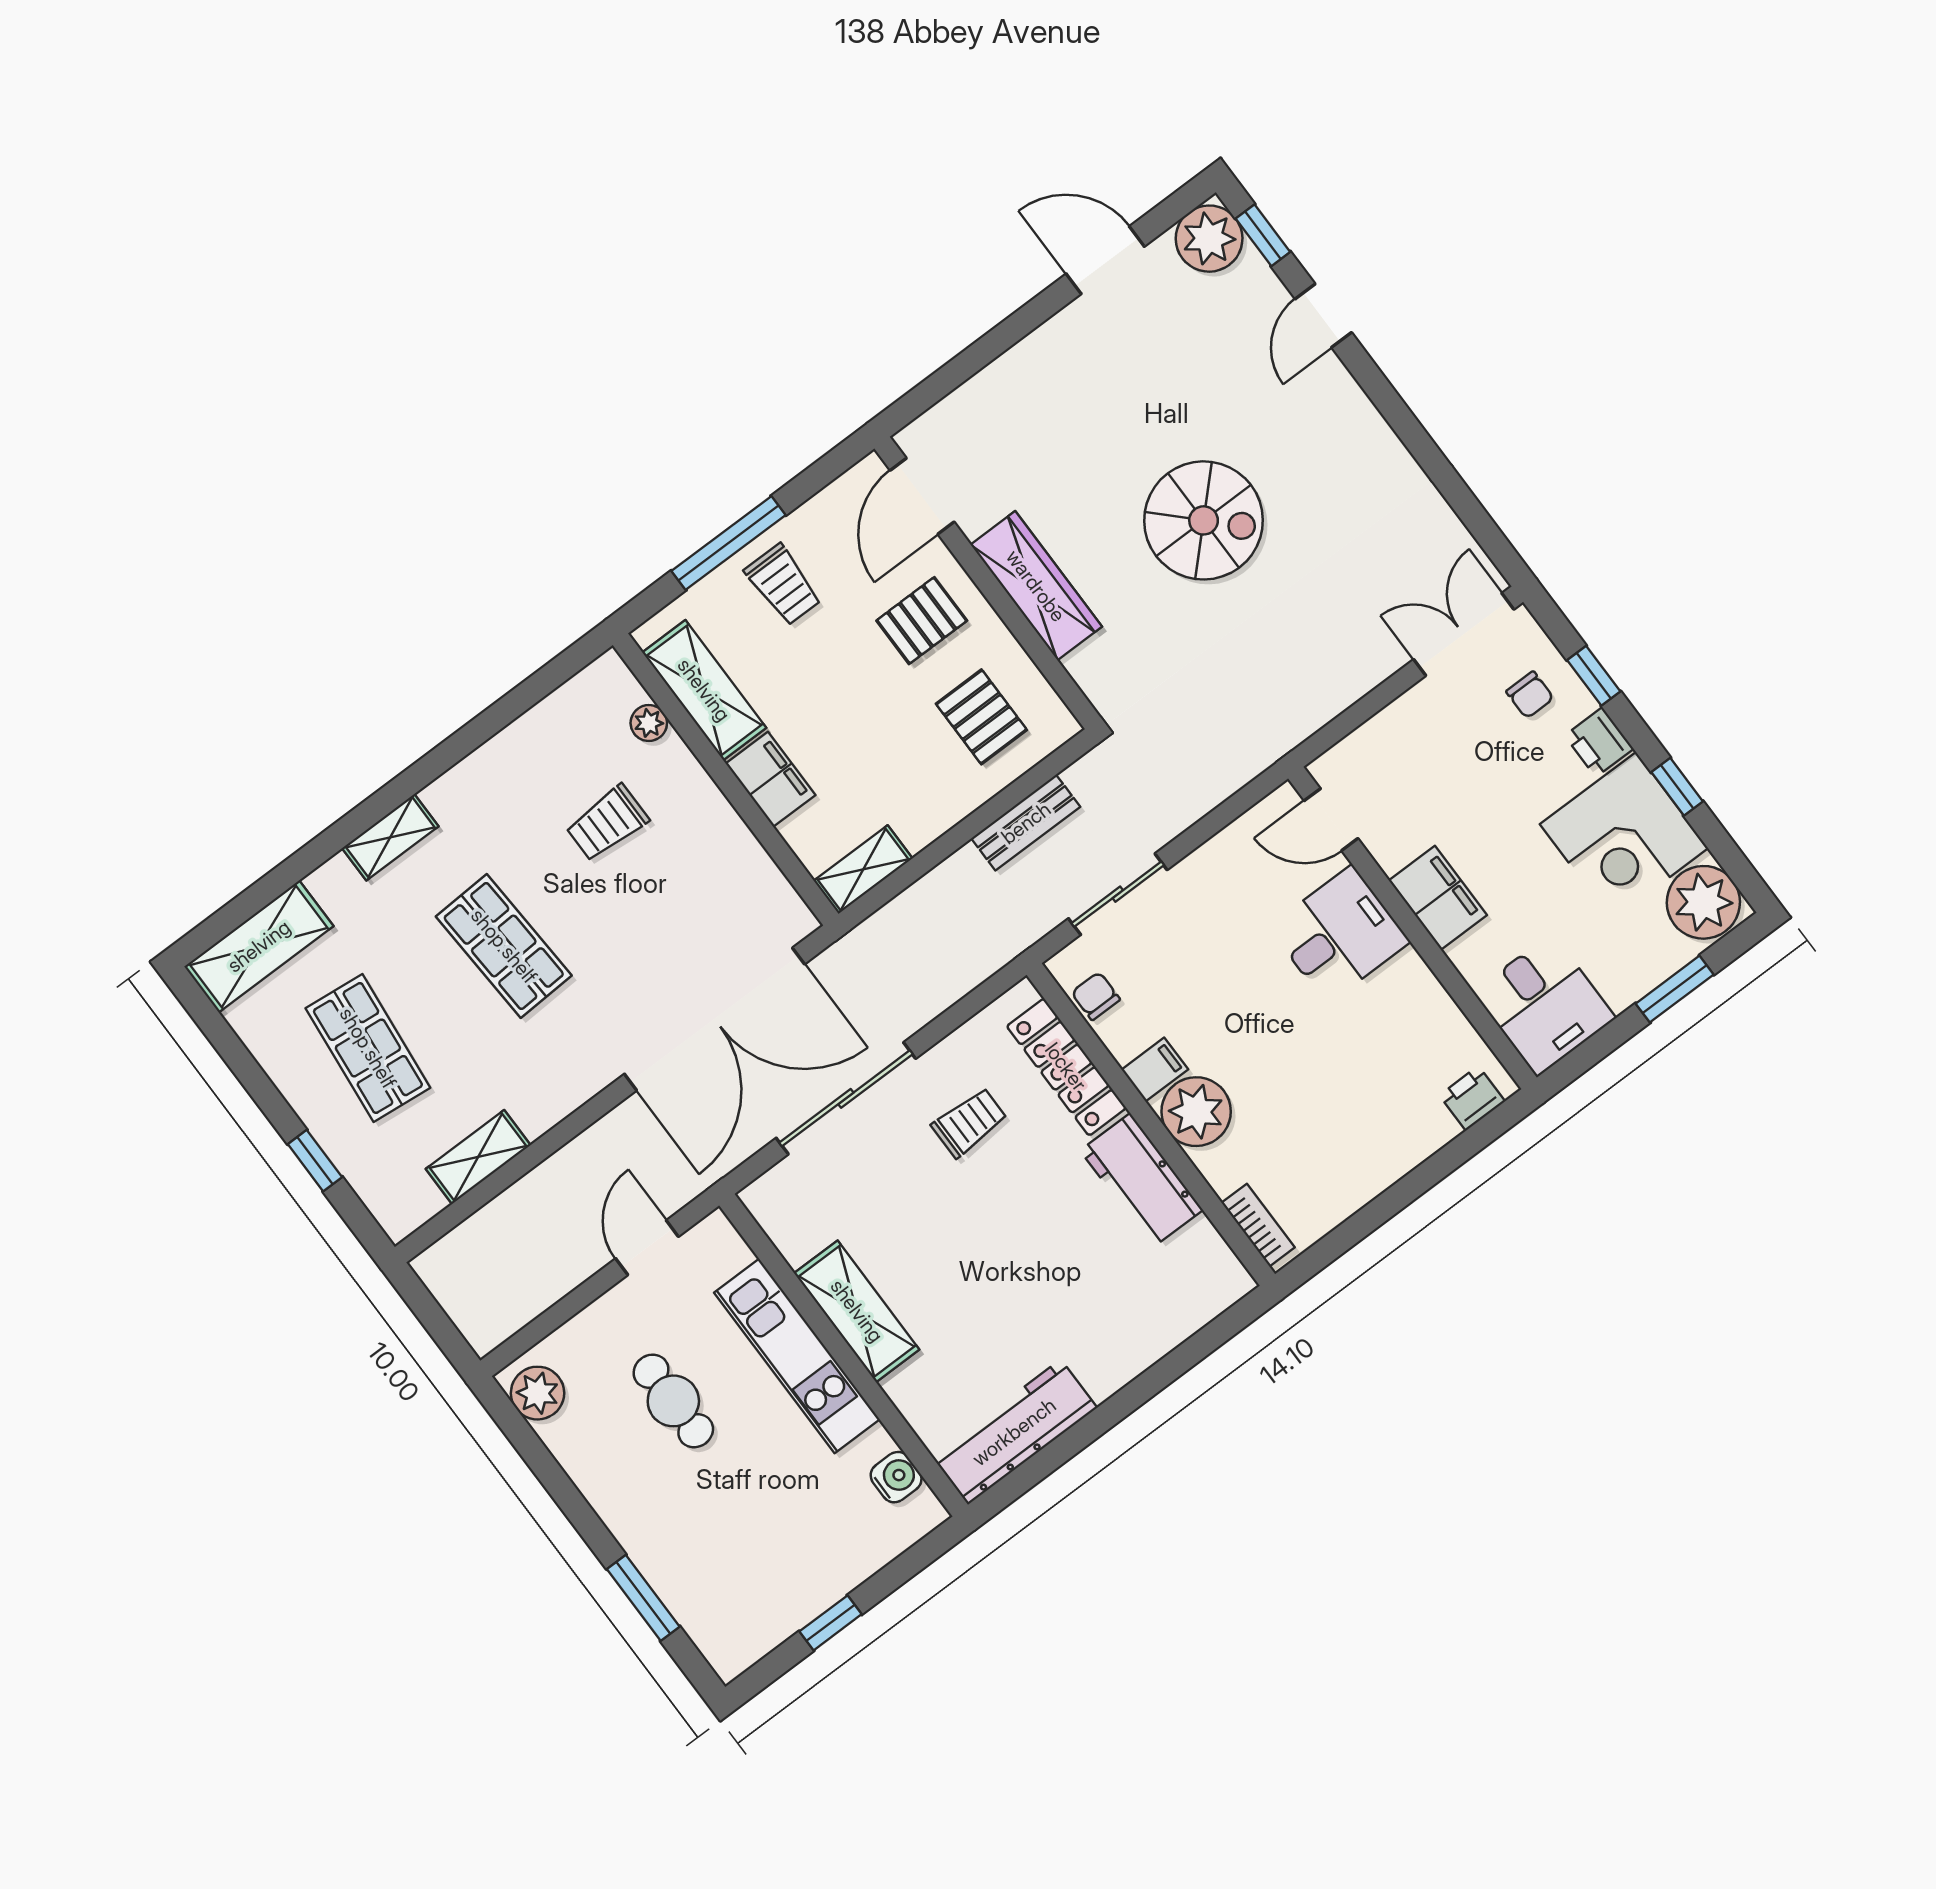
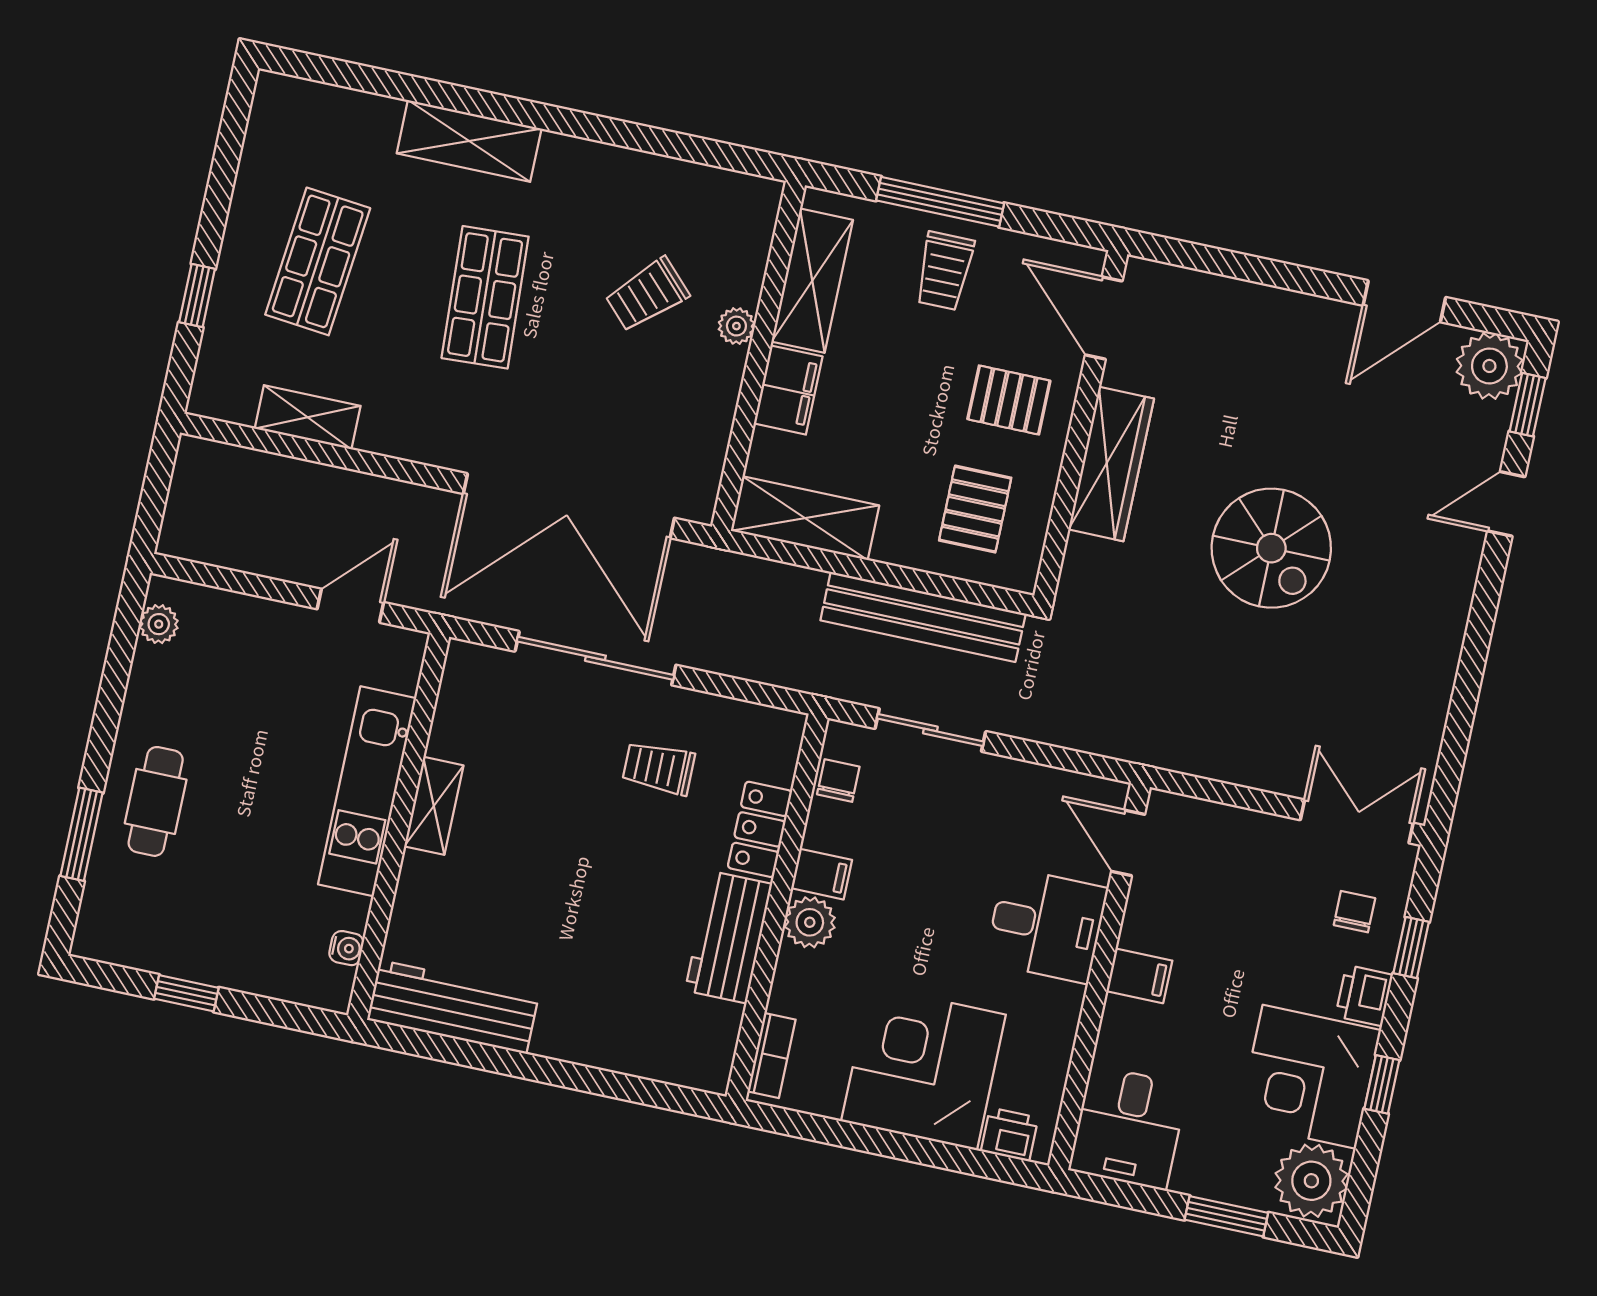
door: (1105, 260) -> (1404, 301), swing flipped
door: (922, 496) -> (1104, 318), hinge flipped
chair: (1530, 695) -> (1354, 912), turned 180
plant: (649, 723) -> (736, 326), moved
trolley: (607, 823) -> (647, 295), turned -44
bench: (1026, 823) -> (923, 617), width x1.86, depth x1.21
shelving: (390, 837) -> (469, 141), width x1.50, depth x1.33
shelving: (863, 870) -> (805, 518), width x1.50, depth x1.33
filing cabinet: (1438, 898) -> (1139, 976), width x0.50
shelving: (259, 946) -> (323, 111), removed
locker: (1066, 1067) -> (760, 829), width x0.66
plant: (1196, 1112) -> (810, 922), width x0.73, depth x0.73
corner desk: (1366, 1119) -> (923, 1068), added
trolley: (969, 1123) -> (659, 768), turned 180
shelving: (857, 1311) -> (434, 806), width x0.67, depth x0.75
plant: (538, 1393) -> (159, 624), width x0.73, depth x0.73
cafe table: (673, 1401) -> (156, 801), moved
water cooler: (896, 1477) -> (346, 948), width x0.72, depth x0.72

